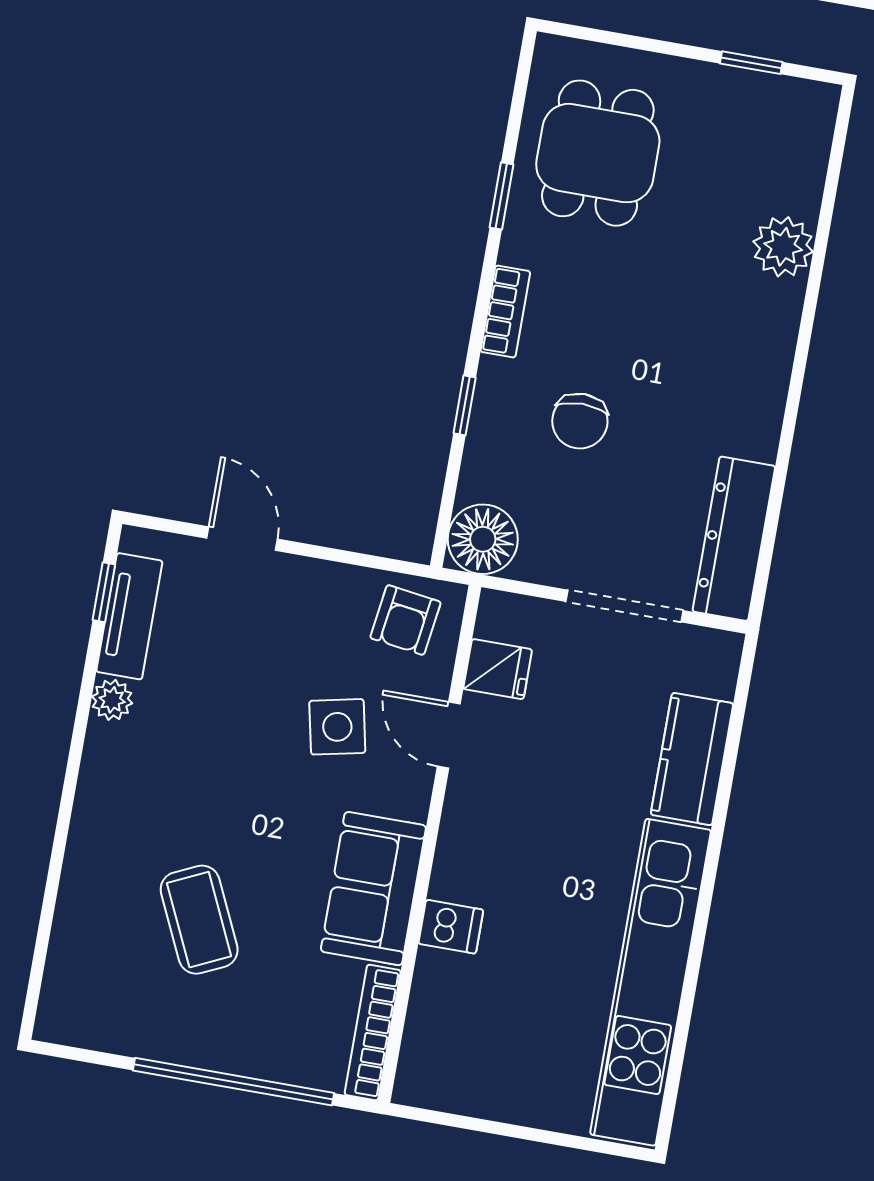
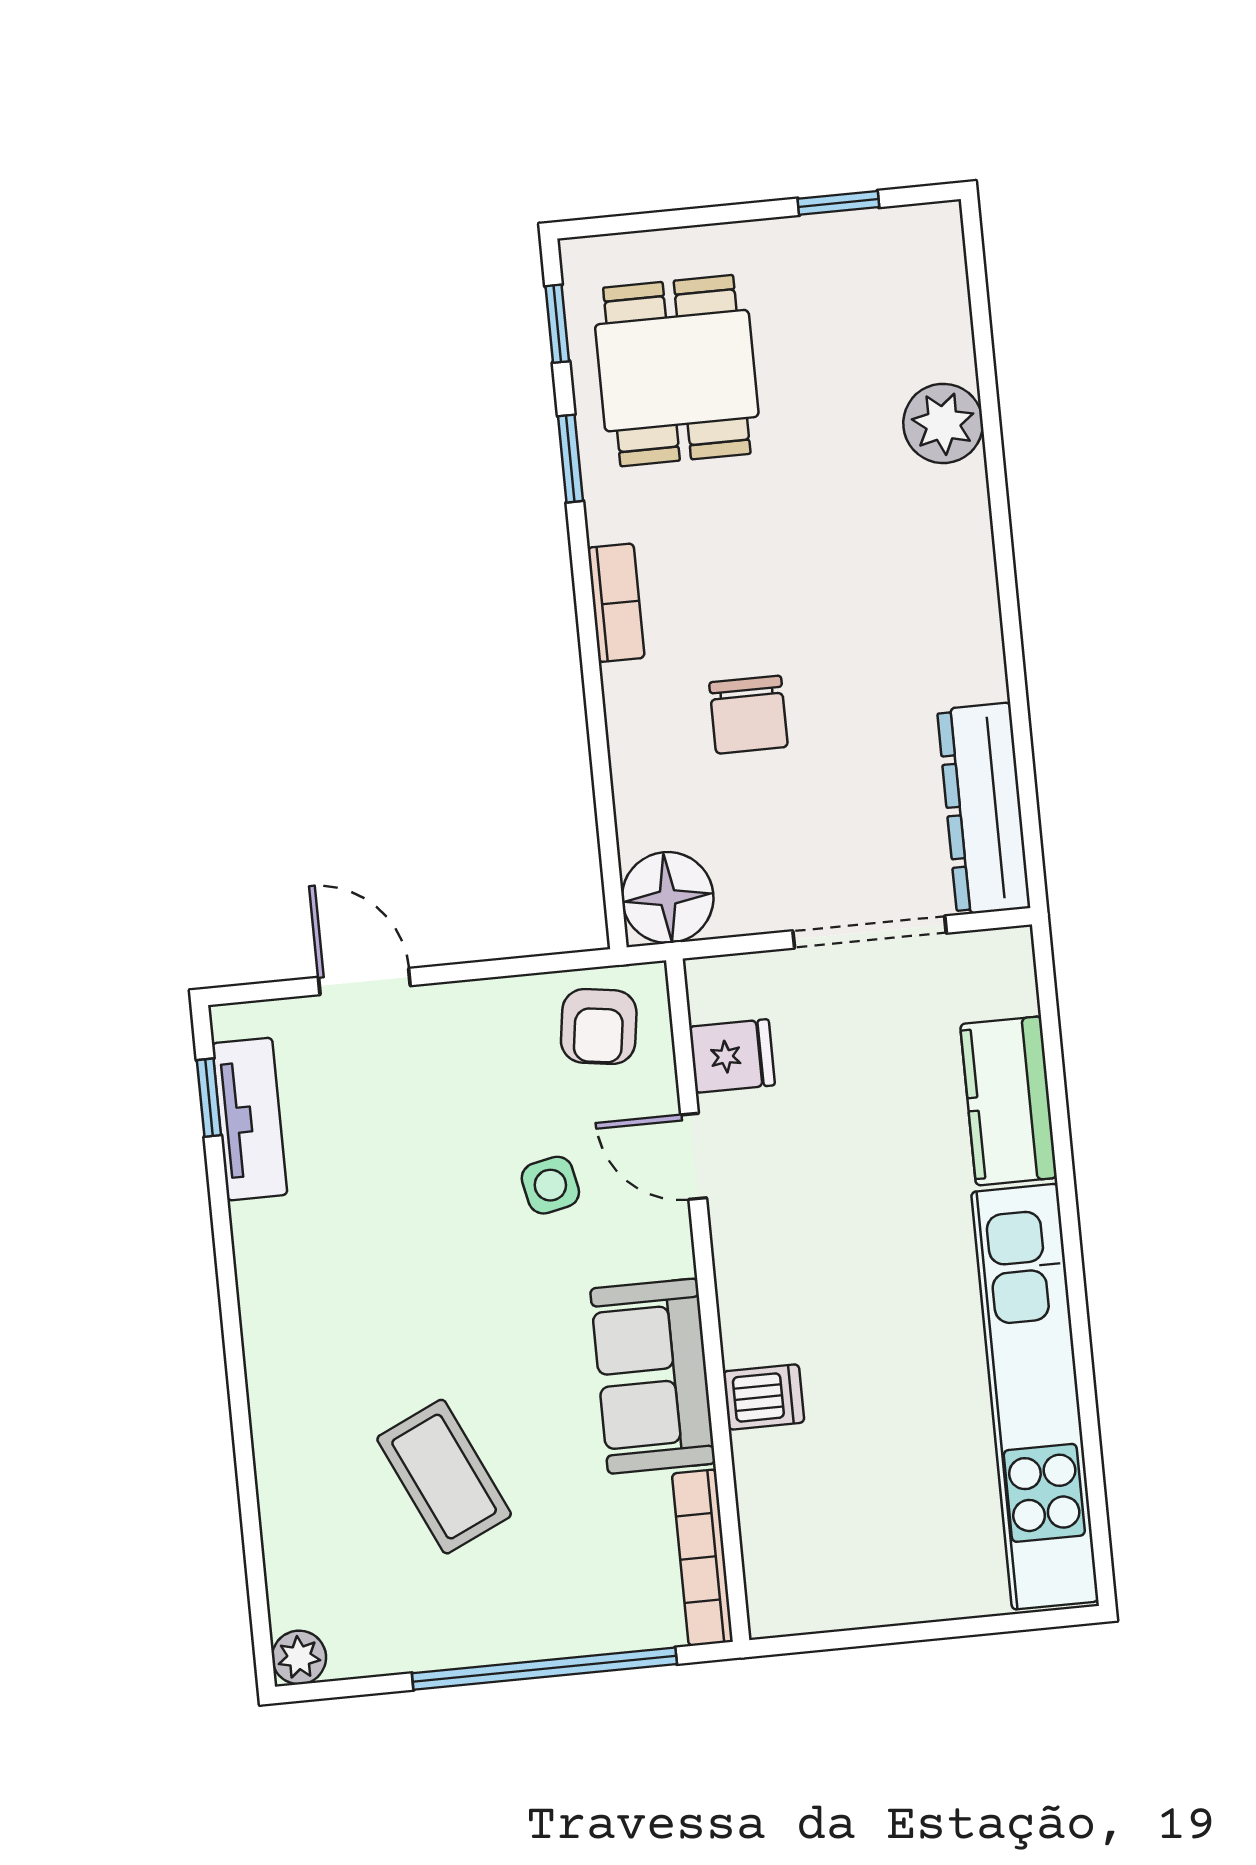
window: (465, 405) -> (557, 324), moved
plant: (112, 700) -> (299, 1657), moved
side table: (337, 727) -> (550, 1185), width x0.73, depth x0.73

